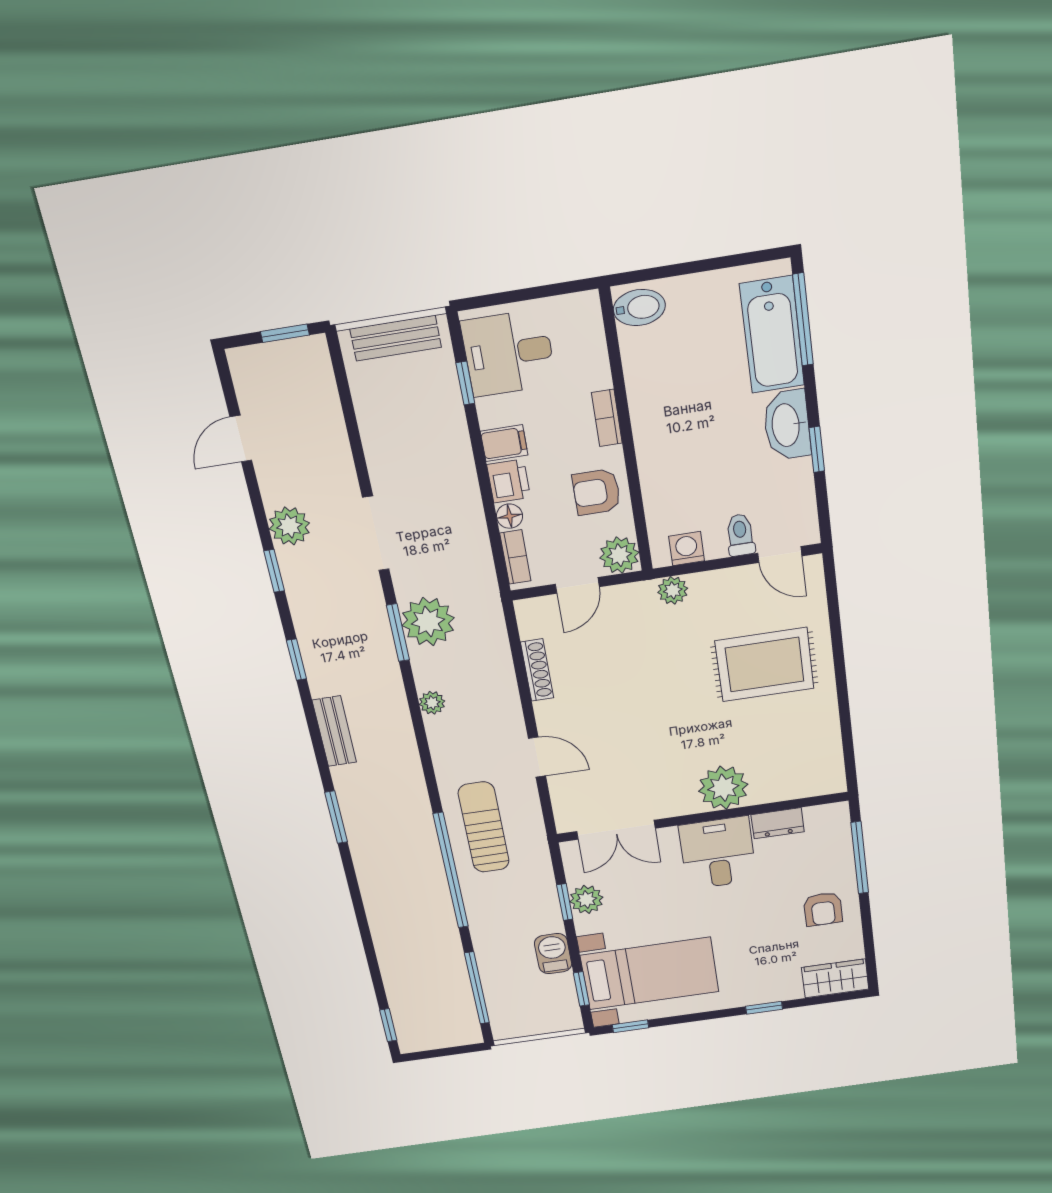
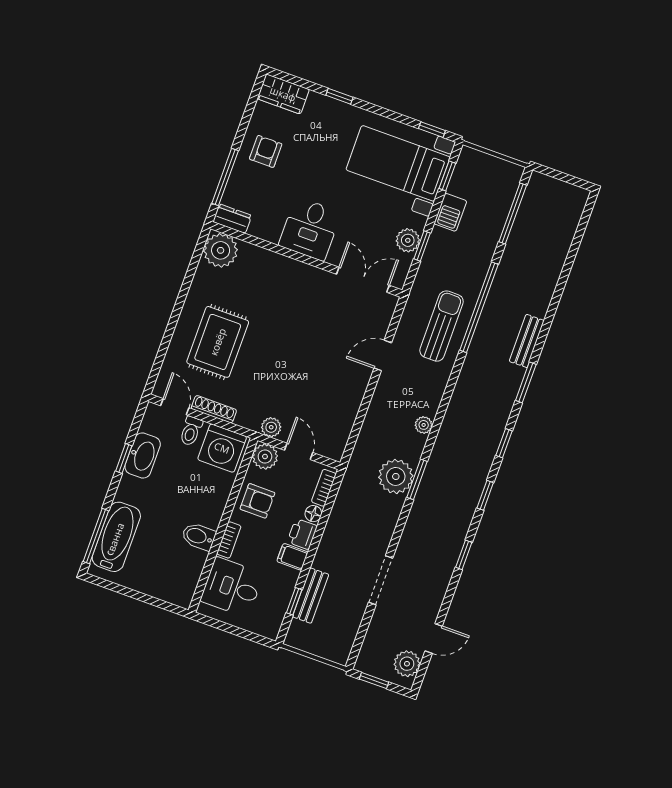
bidet: (639, 308) -> (199, 536), moved
bench: (396, 338) -> (311, 596), moved, turned 90
desk: (509, 353) -> (232, 587), moved, turned 180
washbasin: (787, 425) -> (143, 455), moved
plant: (289, 526) -> (407, 664), moved
doorway: (376, 533) -> (381, 580), moved
washing machine: (687, 549) -> (222, 448), width x1.89, depth x1.89
door: (577, 585) -> (299, 451), hinge flipped
plant: (673, 590) -> (271, 427), moved
rug: (765, 665) -> (218, 342), turned 90
shoe rack: (537, 670) -> (214, 409), moved, turned 90
bench: (334, 731) -> (527, 341), moved
door: (537, 757) -> (383, 355), hinge flipped
plant: (723, 788) -> (221, 250), moved
dresser: (778, 823) -> (232, 219), moved
sun lounger: (484, 827) -> (442, 326), turned 180
window: (388, 1025) -> (504, 443), moved

